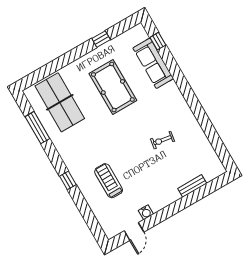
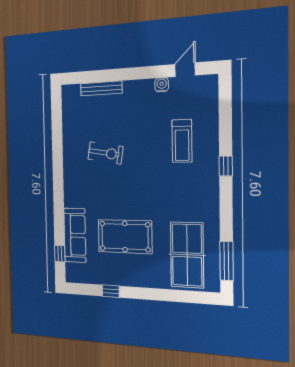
pool table: (113, 87) -> (125, 237), turned 90
window: (37, 128) -> (227, 261), moved
exercise bike: (162, 140) -> (105, 153), width x1.38, depth x1.39
bench: (192, 186) -> (101, 88), width x1.36

